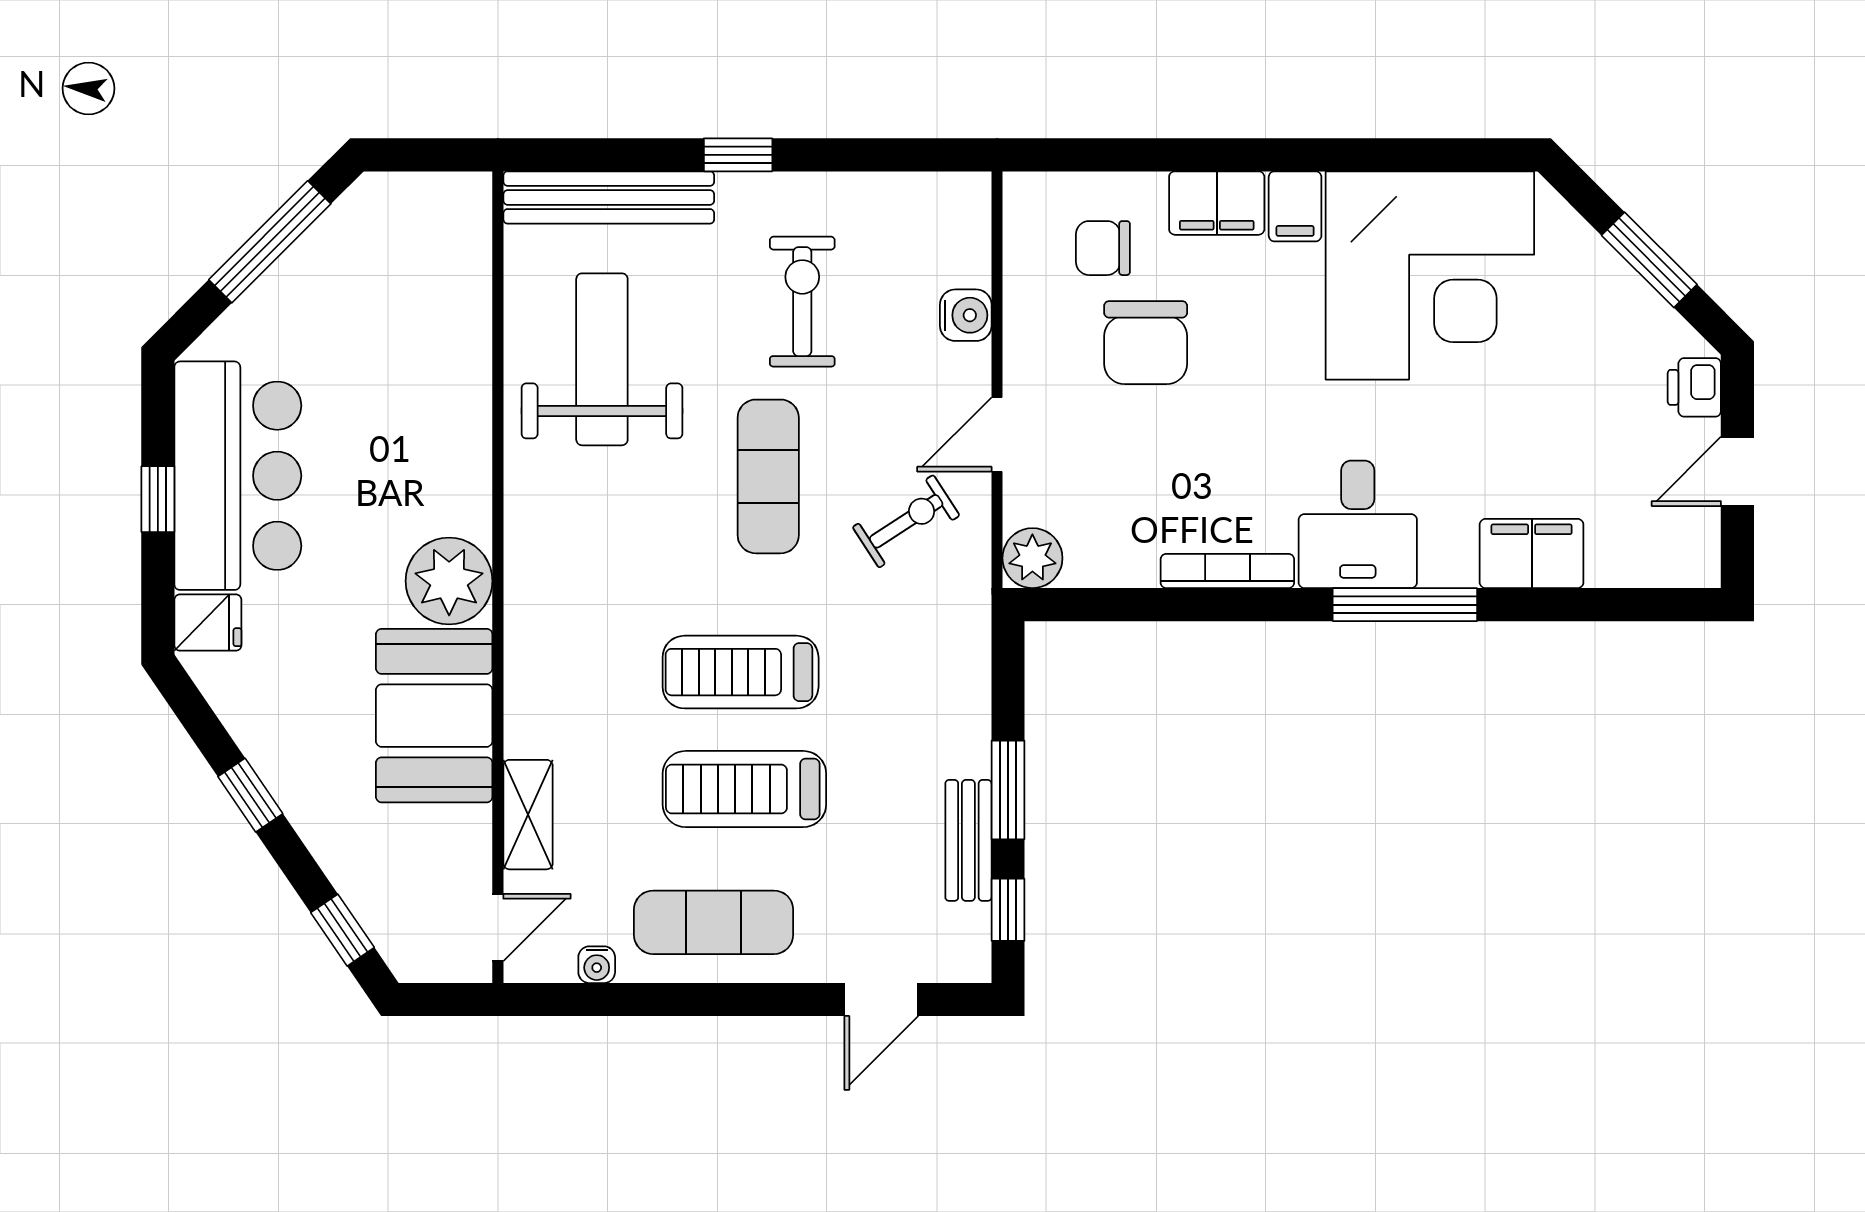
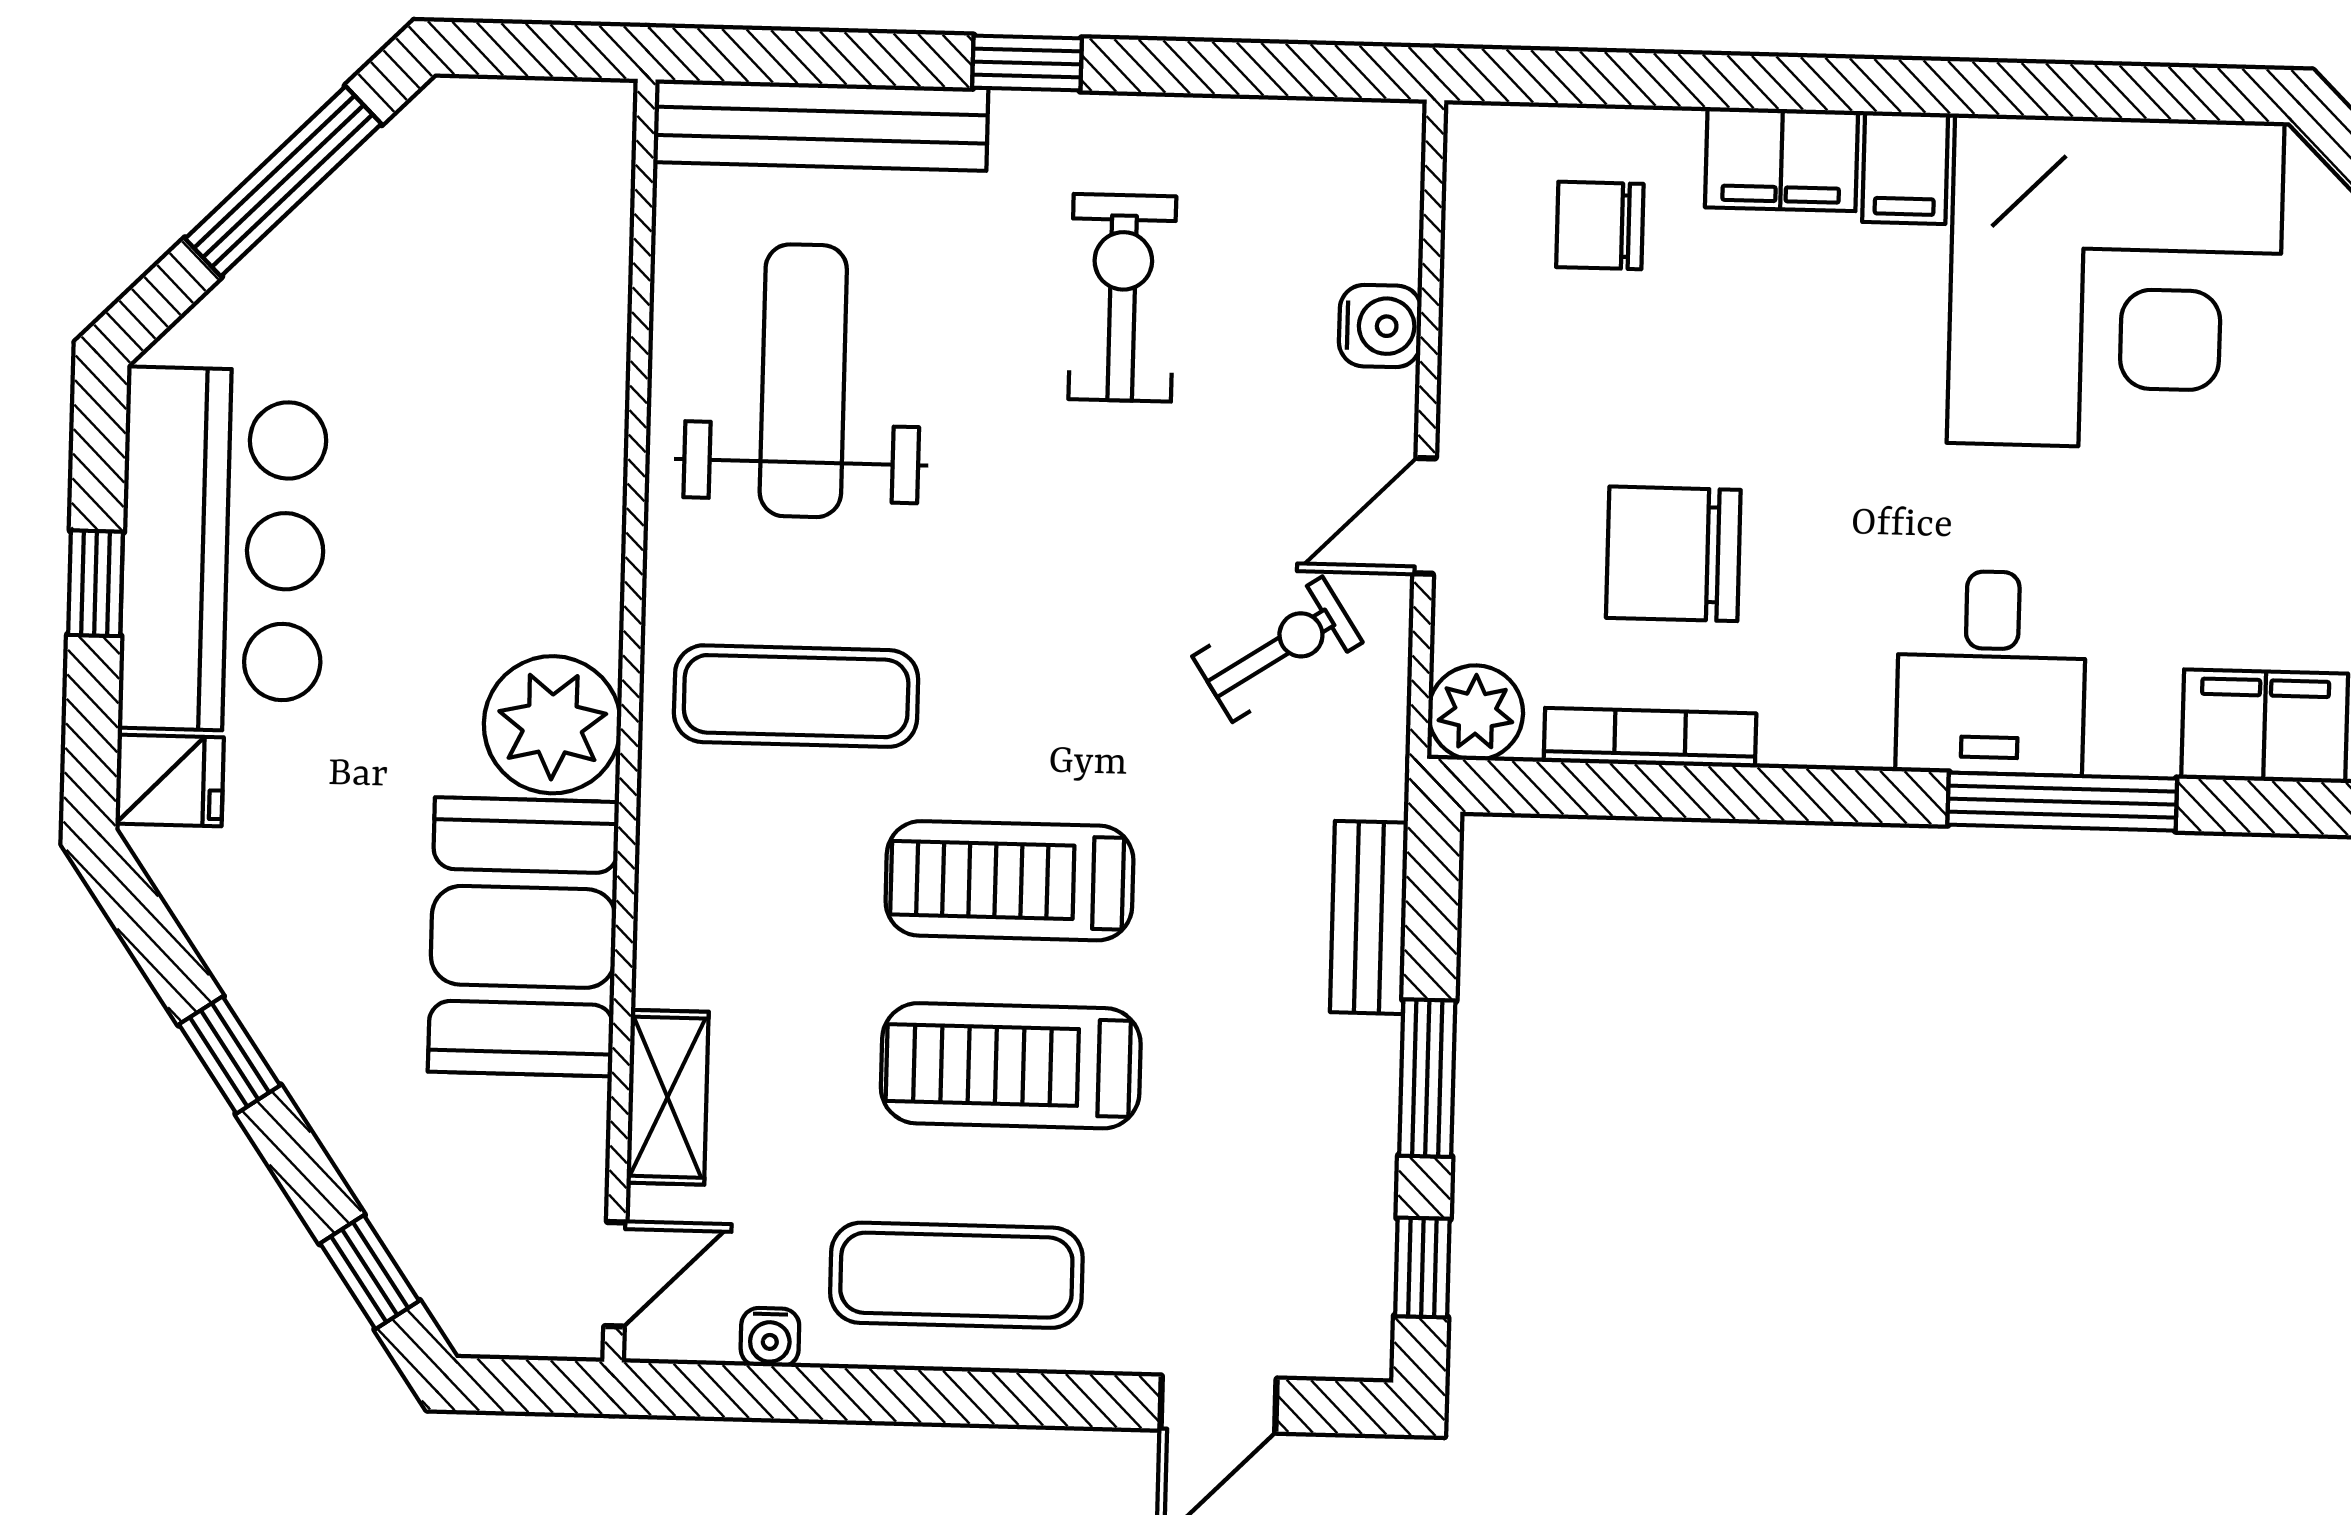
chair: (1146, 343) -> (1673, 554), moved, turned 90
exercise mat: (768, 476) -> (796, 696), moved, turned 90
bookcase: (1227, 571) -> (1650, 738), moved
bench: (968, 840) -> (1369, 917), moved

